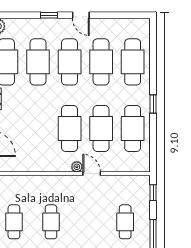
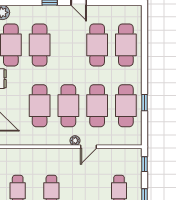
cafe table: (70, 62) -> (40, 106), moved
window: (153, 104) -> (144, 103), moved
door: (92, 174) -> (89, 147), swing flipped

